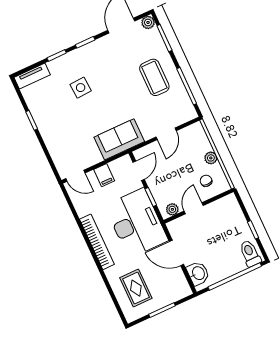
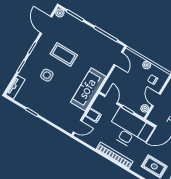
coffee table: (154, 77) -> (64, 55), moved
door: (166, 134) -> (118, 59), moved
sofa: (119, 139) -> (88, 89), width x1.36

